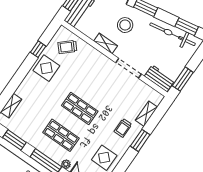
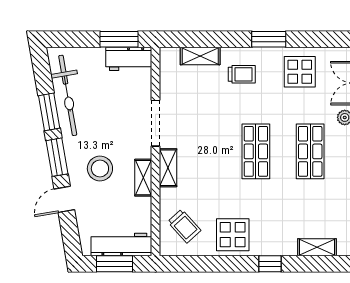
window: (187, 27) -> (49, 112), moved
window: (38, 49) -> (270, 264), moved
shelving: (102, 59) -> (168, 168), added
workbench: (160, 78) -> (129, 59), moved, turned -90
window: (140, 140) -> (269, 39), moved

